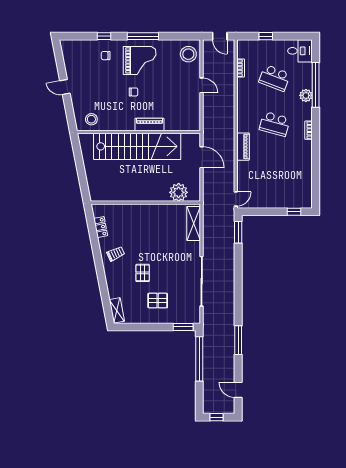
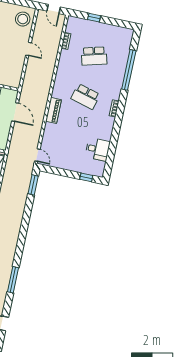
desk: (300, 51) -> (98, 149), moved
school desk: (275, 78) -> (94, 56), turned -36
plant: (306, 95) -> (118, 77), removed
door: (236, 199) -> (37, 155), hinge flipped

